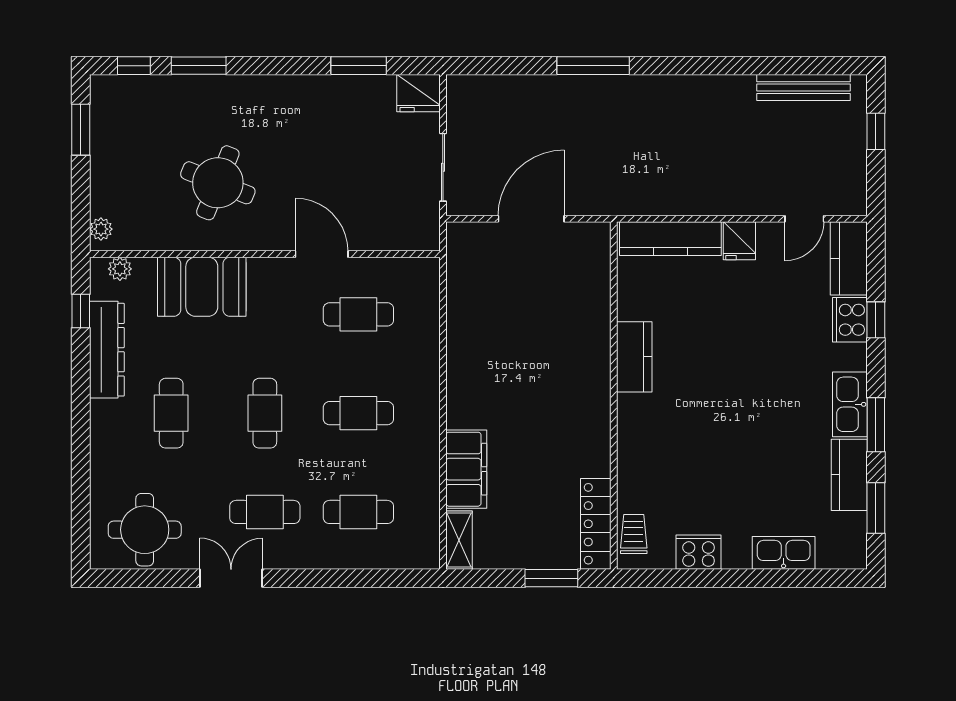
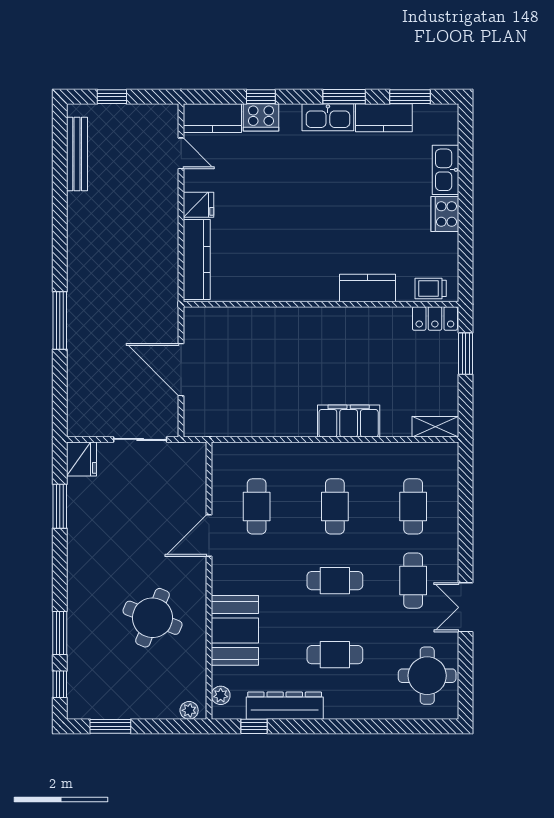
kitchen counter: (634, 357) -> (368, 288), moved
filing cabinet: (466, 469) -> (349, 421), moved
locker: (596, 524) -> (435, 318), width x0.66
cooker: (699, 552) -> (445, 214), moved

